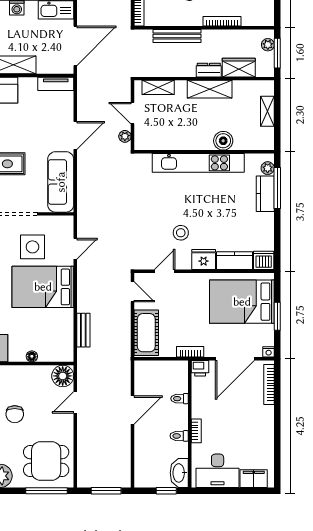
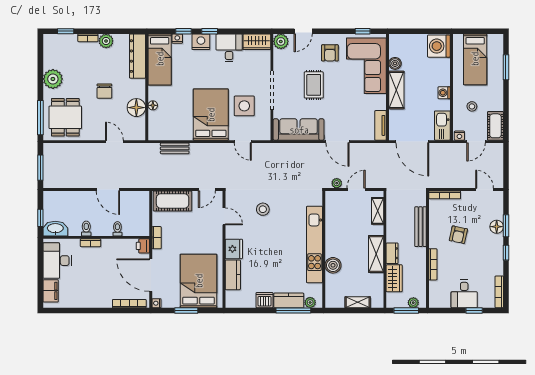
stool: (181, 233) -> (263, 209), moved
dishwasher: (264, 260) -> (264, 300), moved, turned -90
floor lamp: (63, 376) -> (136, 108), moved
chair: (15, 414) -> (104, 91), turned -90

